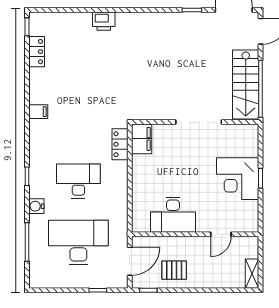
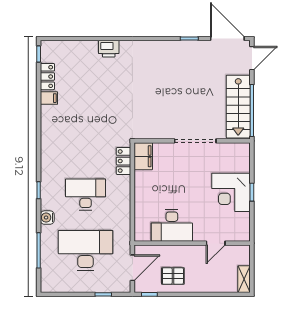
filing cabinet: (38, 112) -> (49, 98), moved

